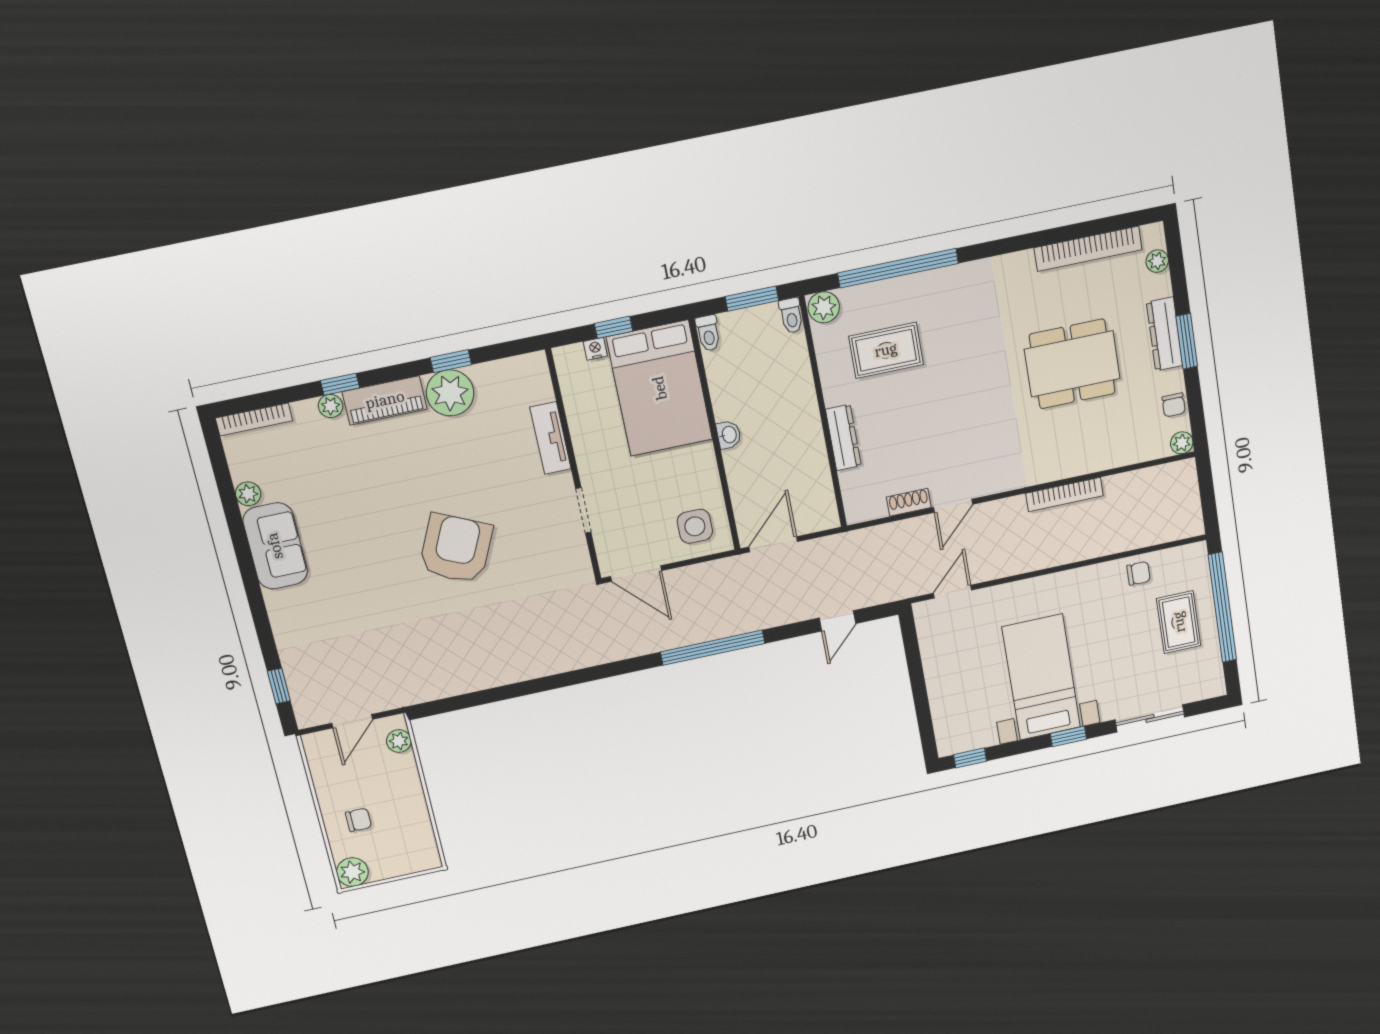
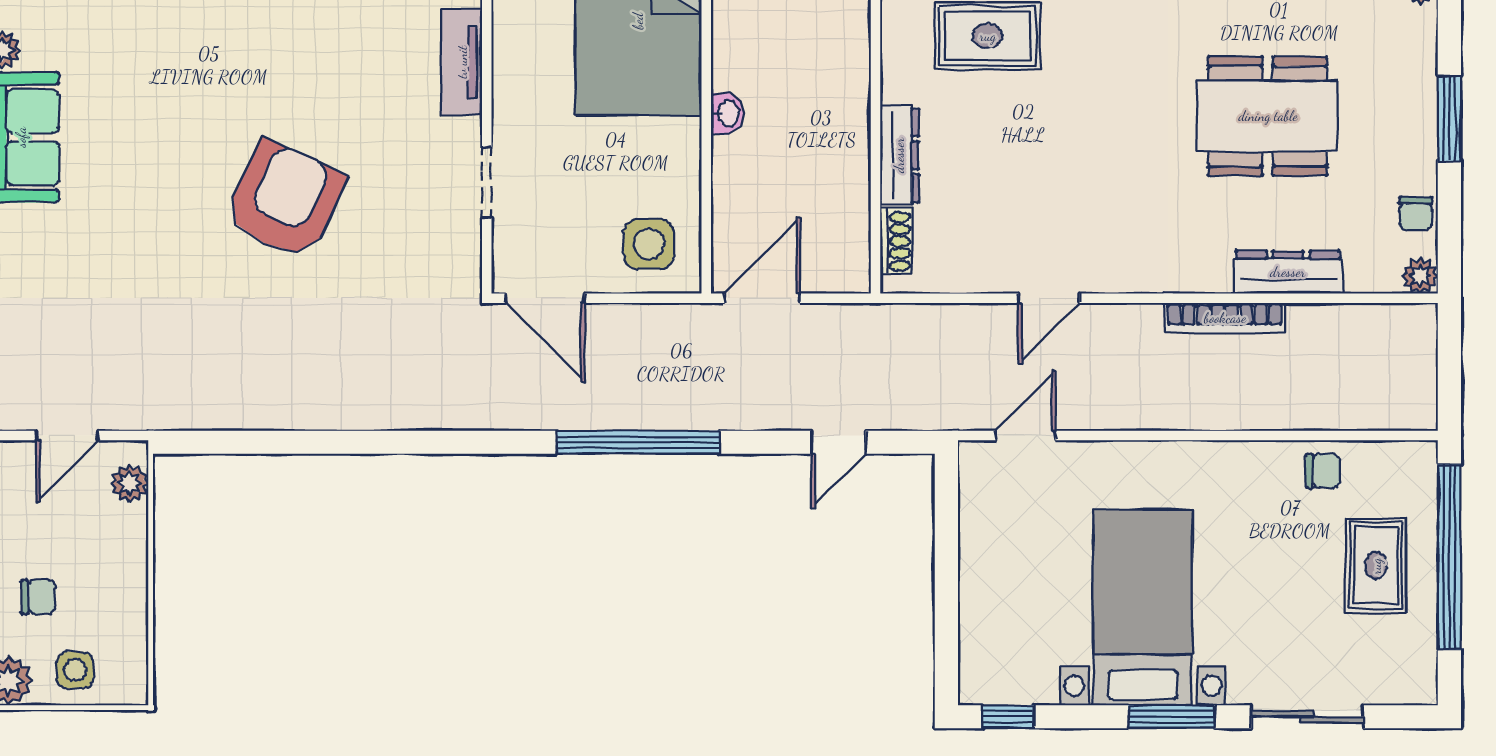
dresser: (1165, 334) -> (1288, 272), moved, turned 90
shoe rack: (909, 502) -> (896, 241), moved, turned 90
window: (1068, 736) -> (1171, 717), width x1.50
side table: (392, 857) -> (75, 670), added

